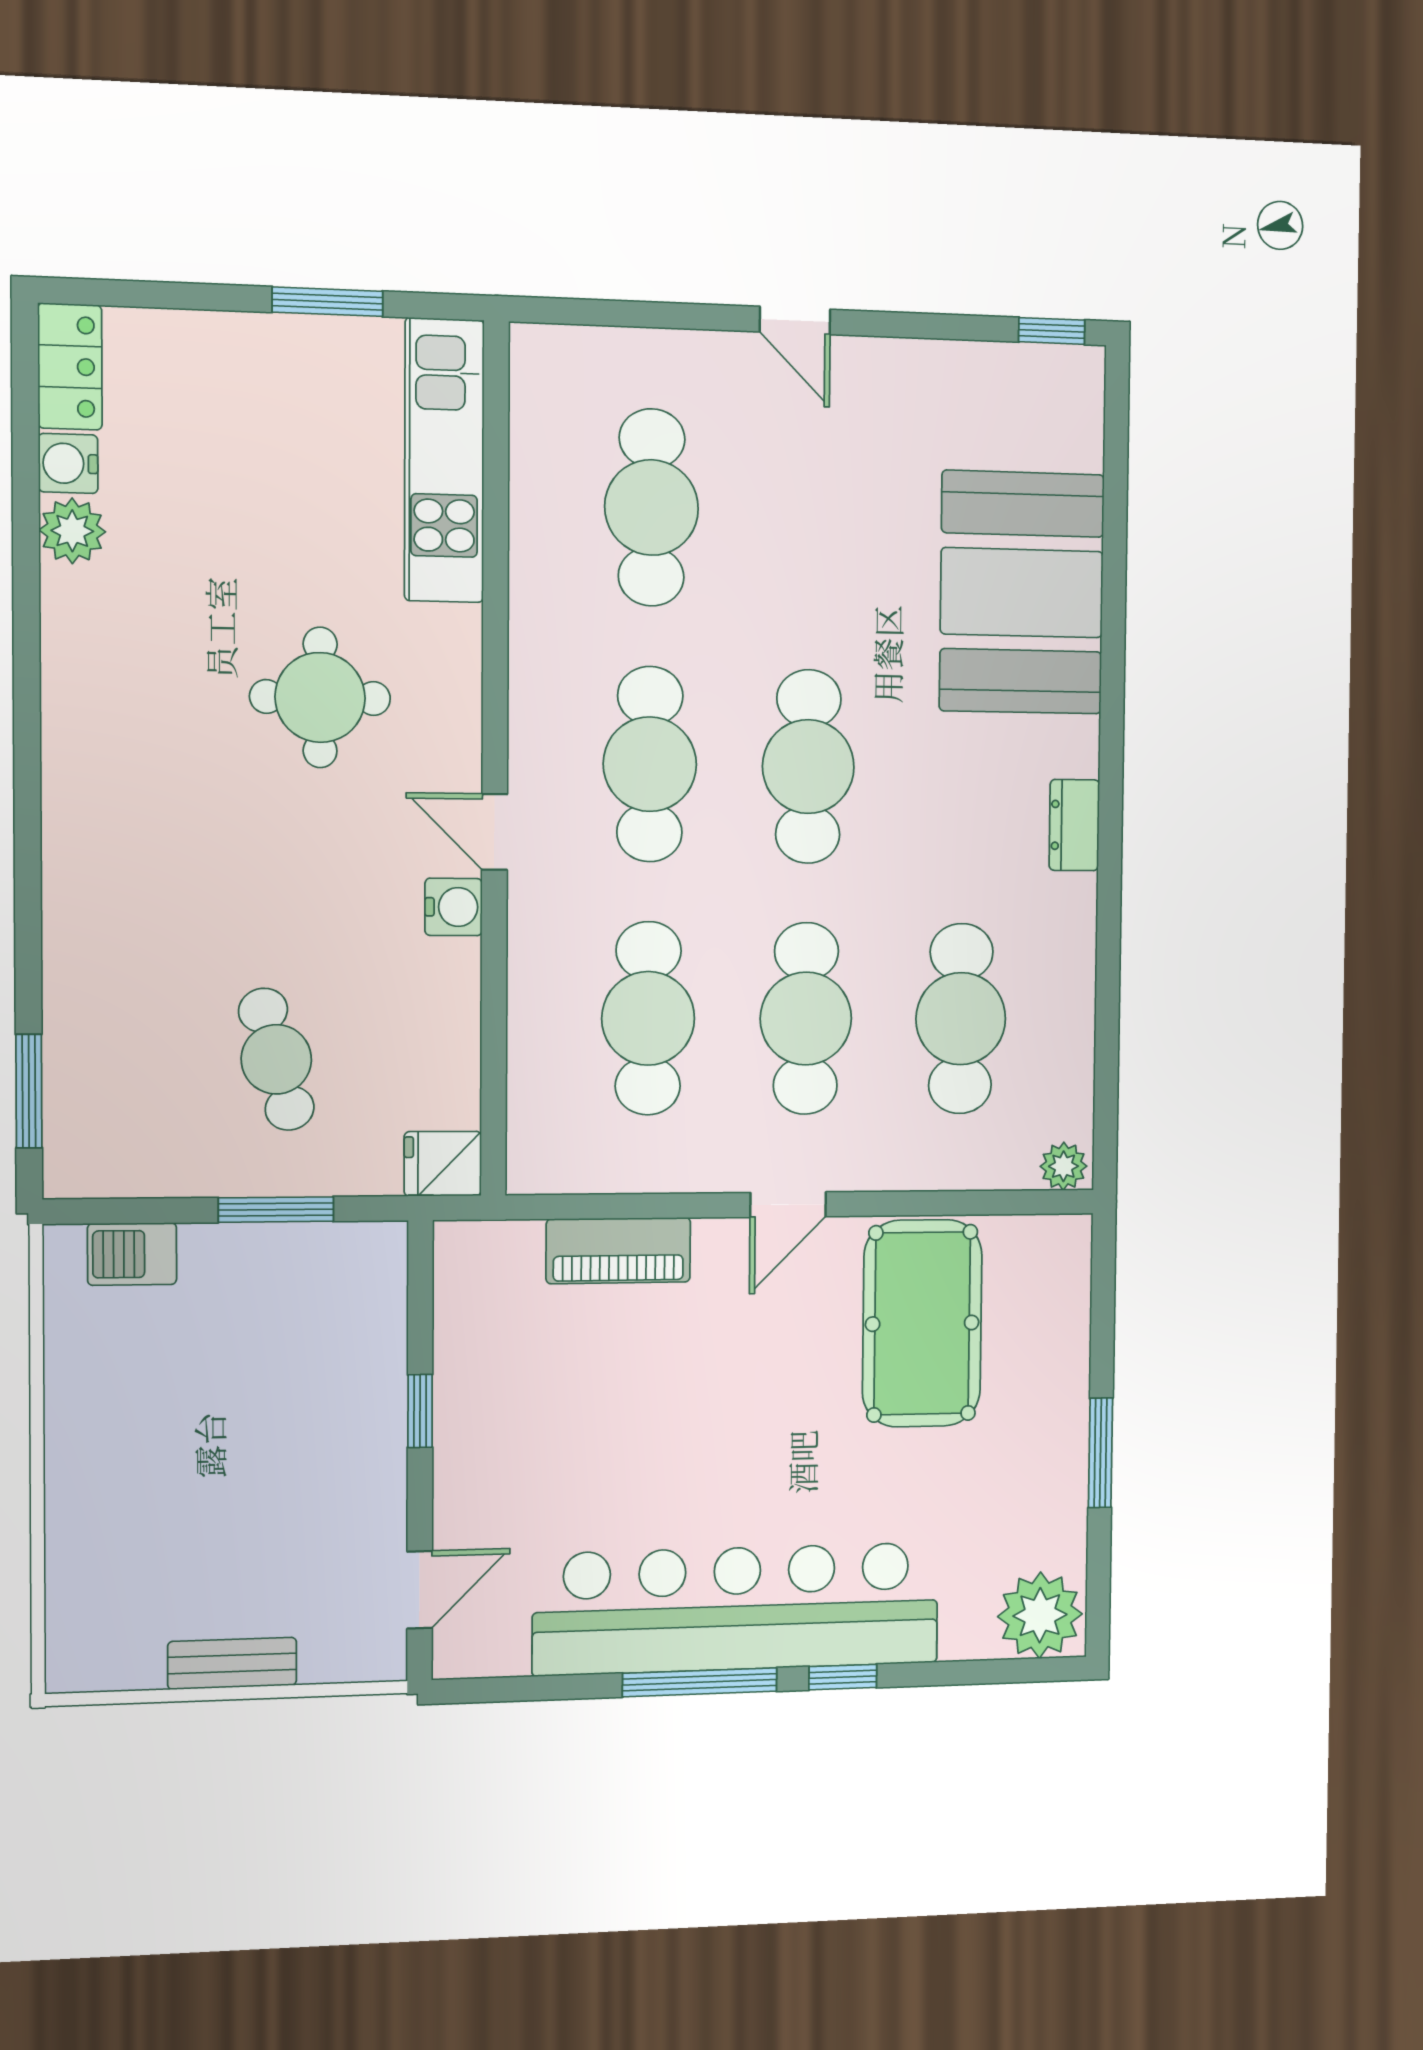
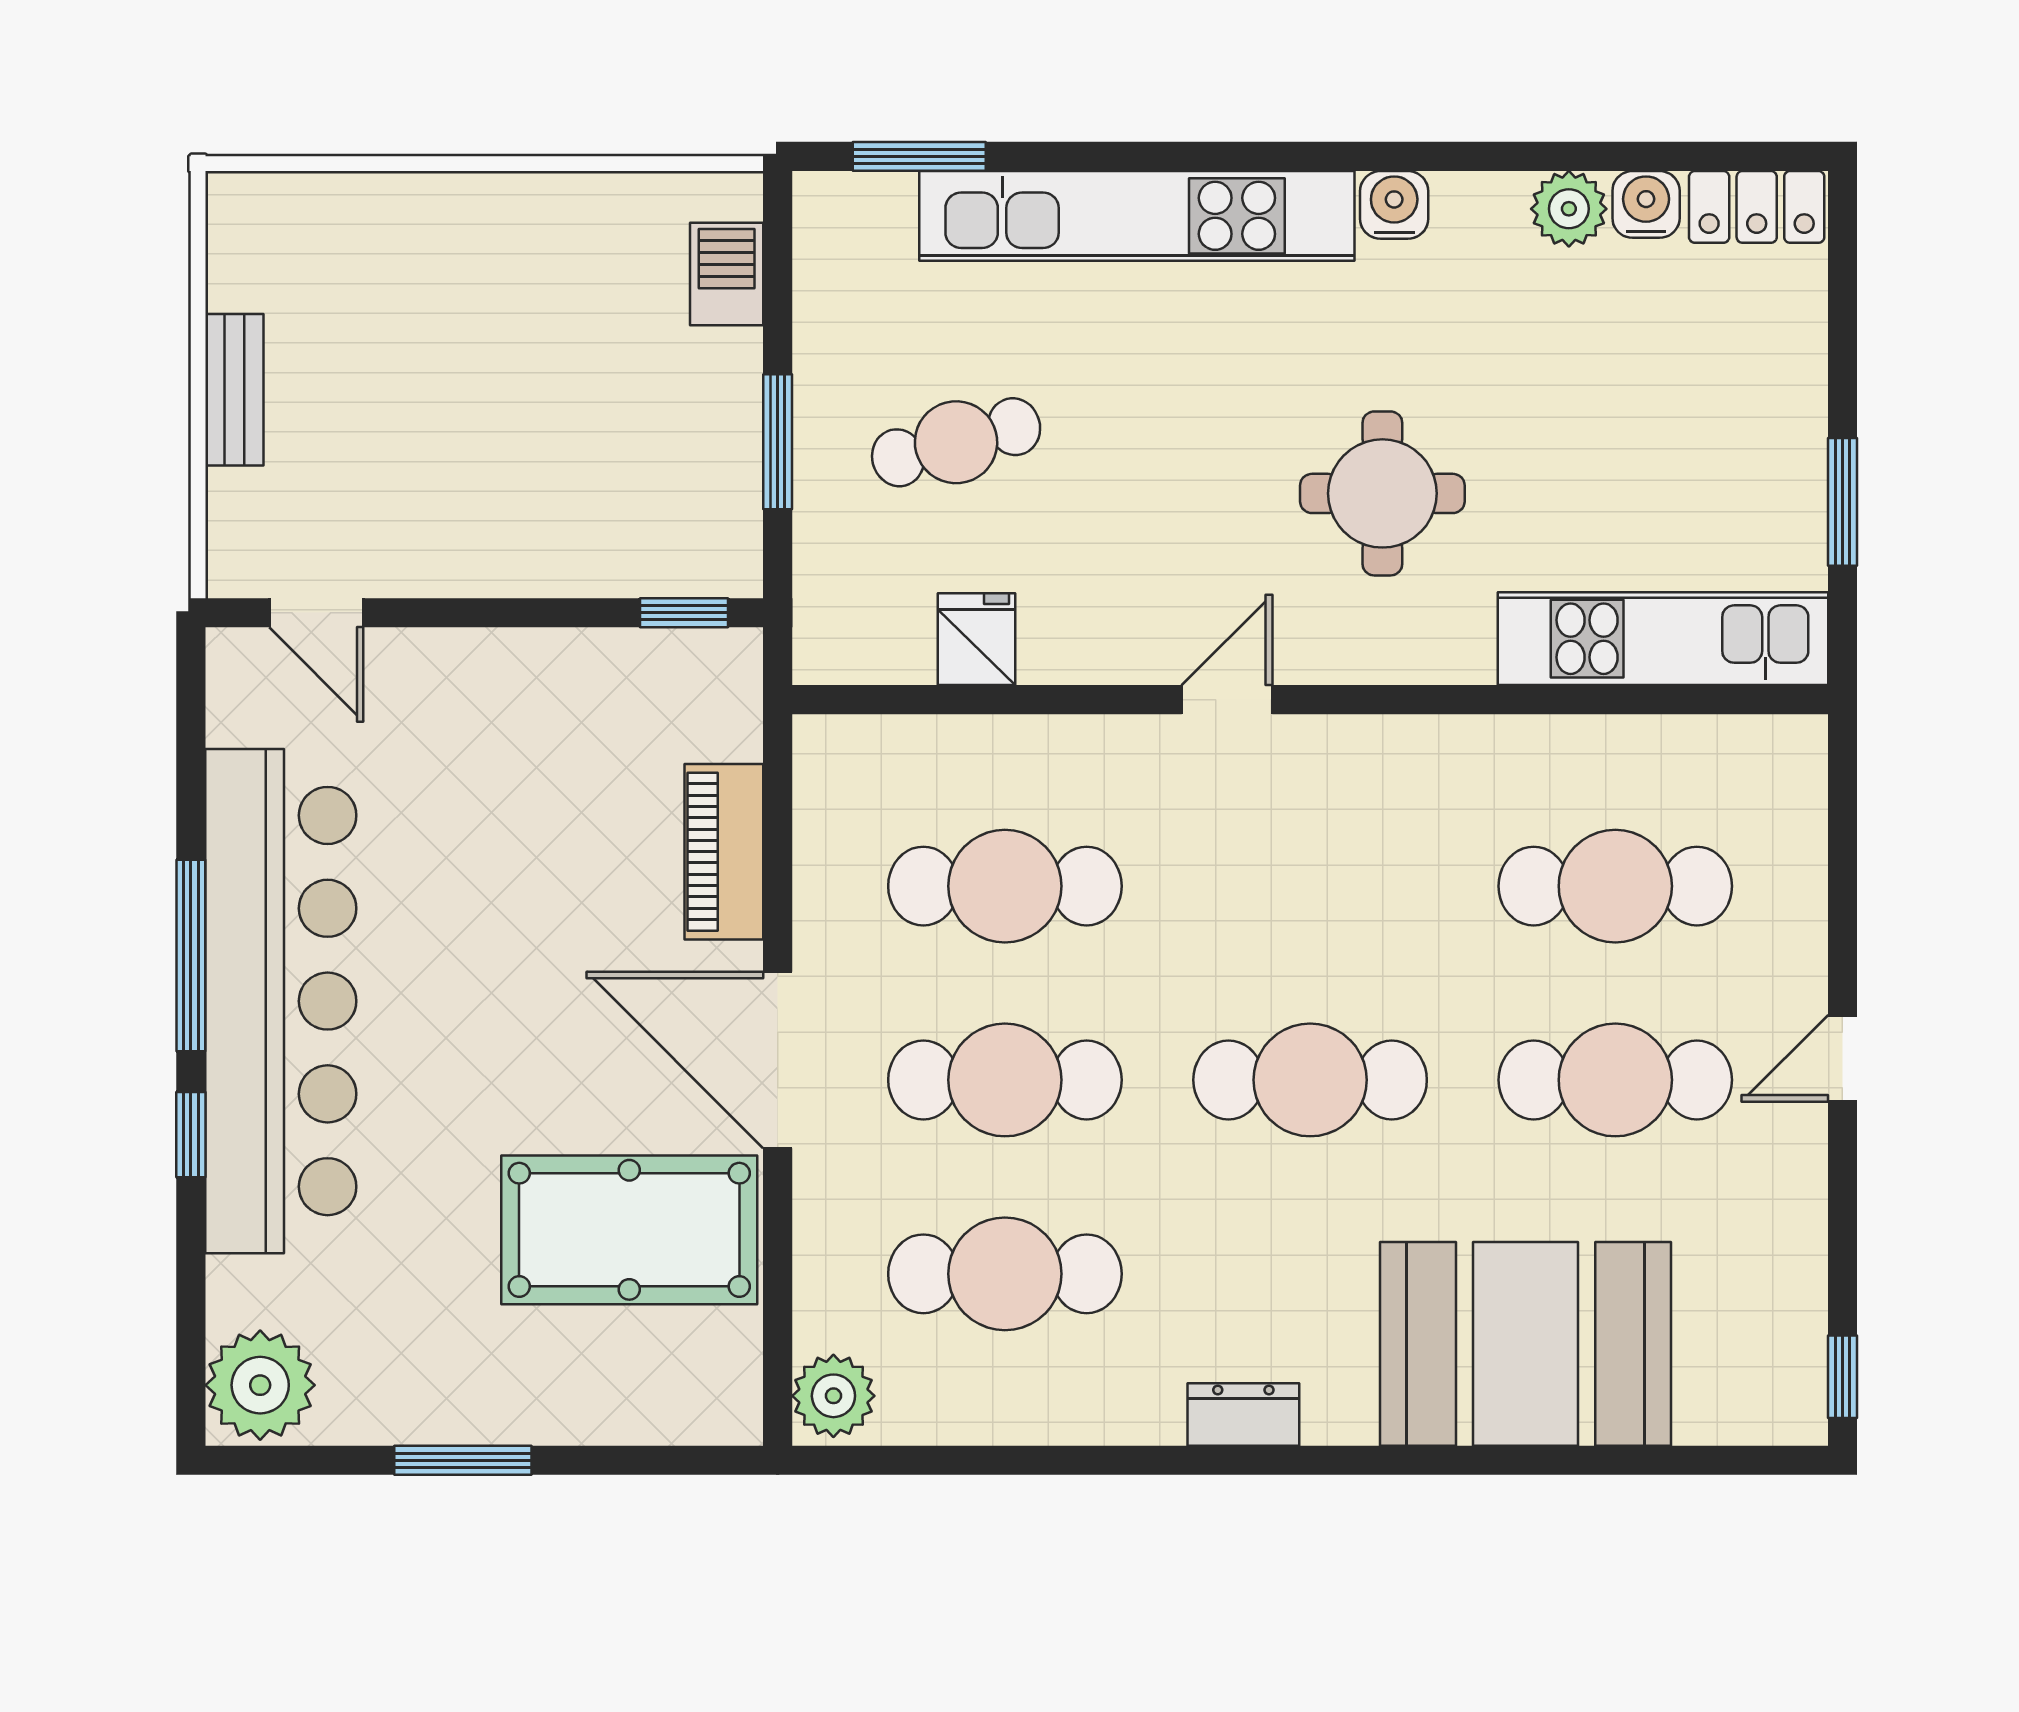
cafe table: (650, 764) -> (1615, 1080), moved
kitchen unit: (80, 905) -> (1137, 216), added
water cooler: (454, 907) -> (1394, 205), moved, turned 180
fridge: (443, 1164) -> (976, 639), moved
plant: (1064, 1166) -> (833, 1396), width x1.38, depth x1.38
door: (788, 1205) -> (778, 1060), width x1.87
window: (420, 1411) -> (684, 613), moved

